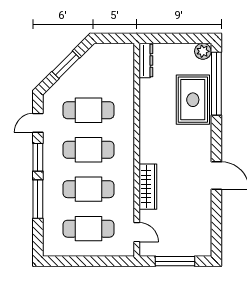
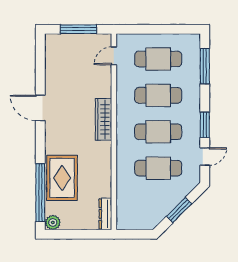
wardrobe: (148, 187) -> (104, 119), moved
window: (38, 199) -> (205, 66), moved
door: (137, 232) -> (114, 56), hinge flipped

